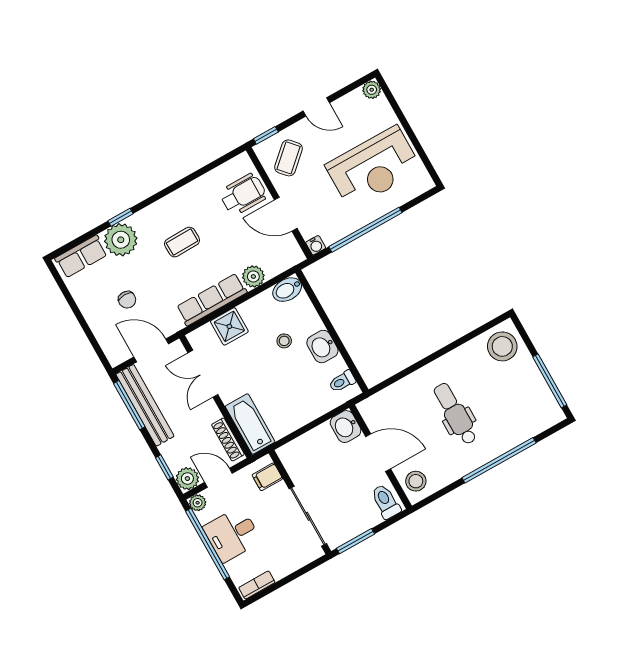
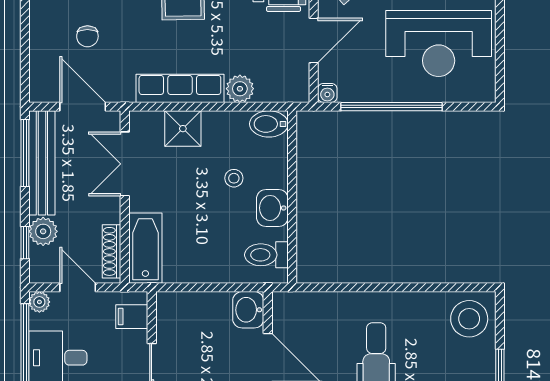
door: (286, 214) -> (314, 41), swing flipped
toilet: (342, 381) -> (266, 255), width x1.37, depth x1.39
plant: (187, 479) -> (43, 231), moved

